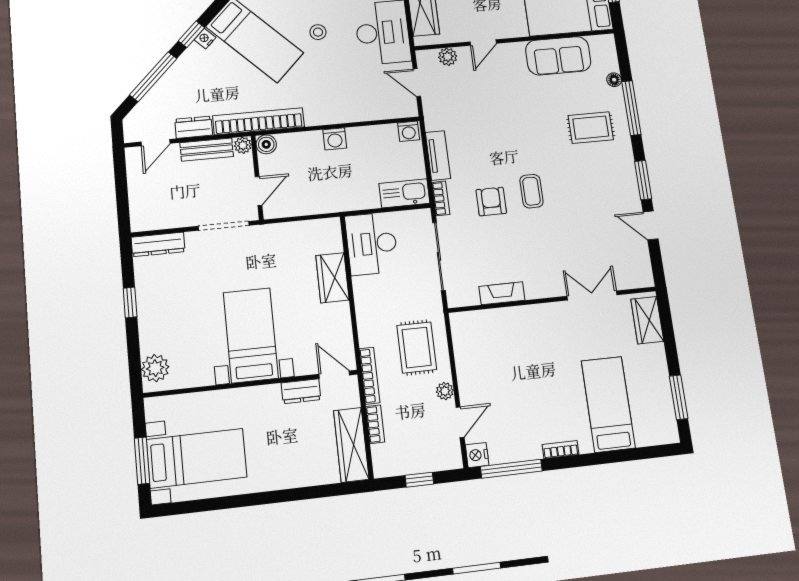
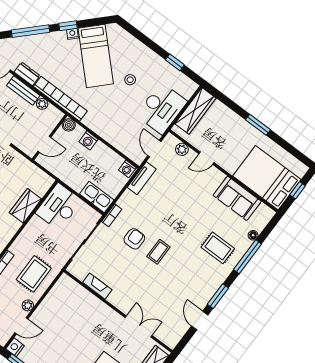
boiler: (266, 144) -> (69, 125), moved
tv unit: (438, 155) -> (142, 178), moved
wall: (257, 178) -> (50, 137), moved
door: (258, 191) -> (44, 144), moved

